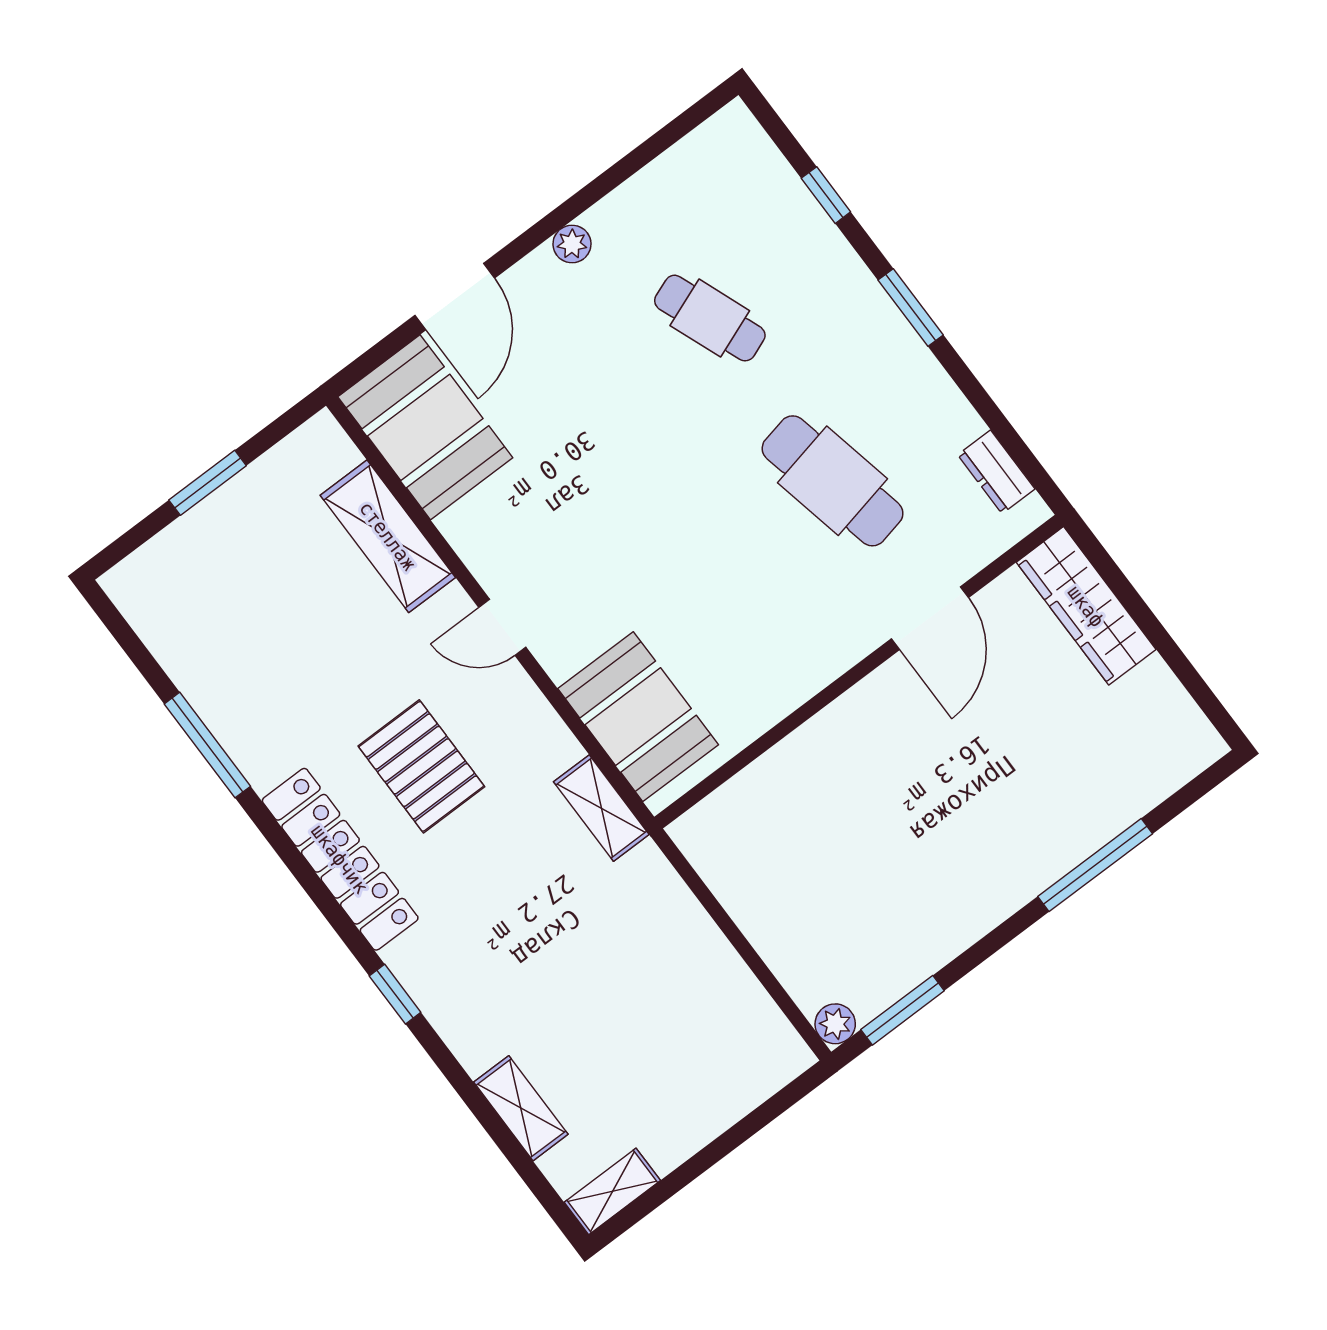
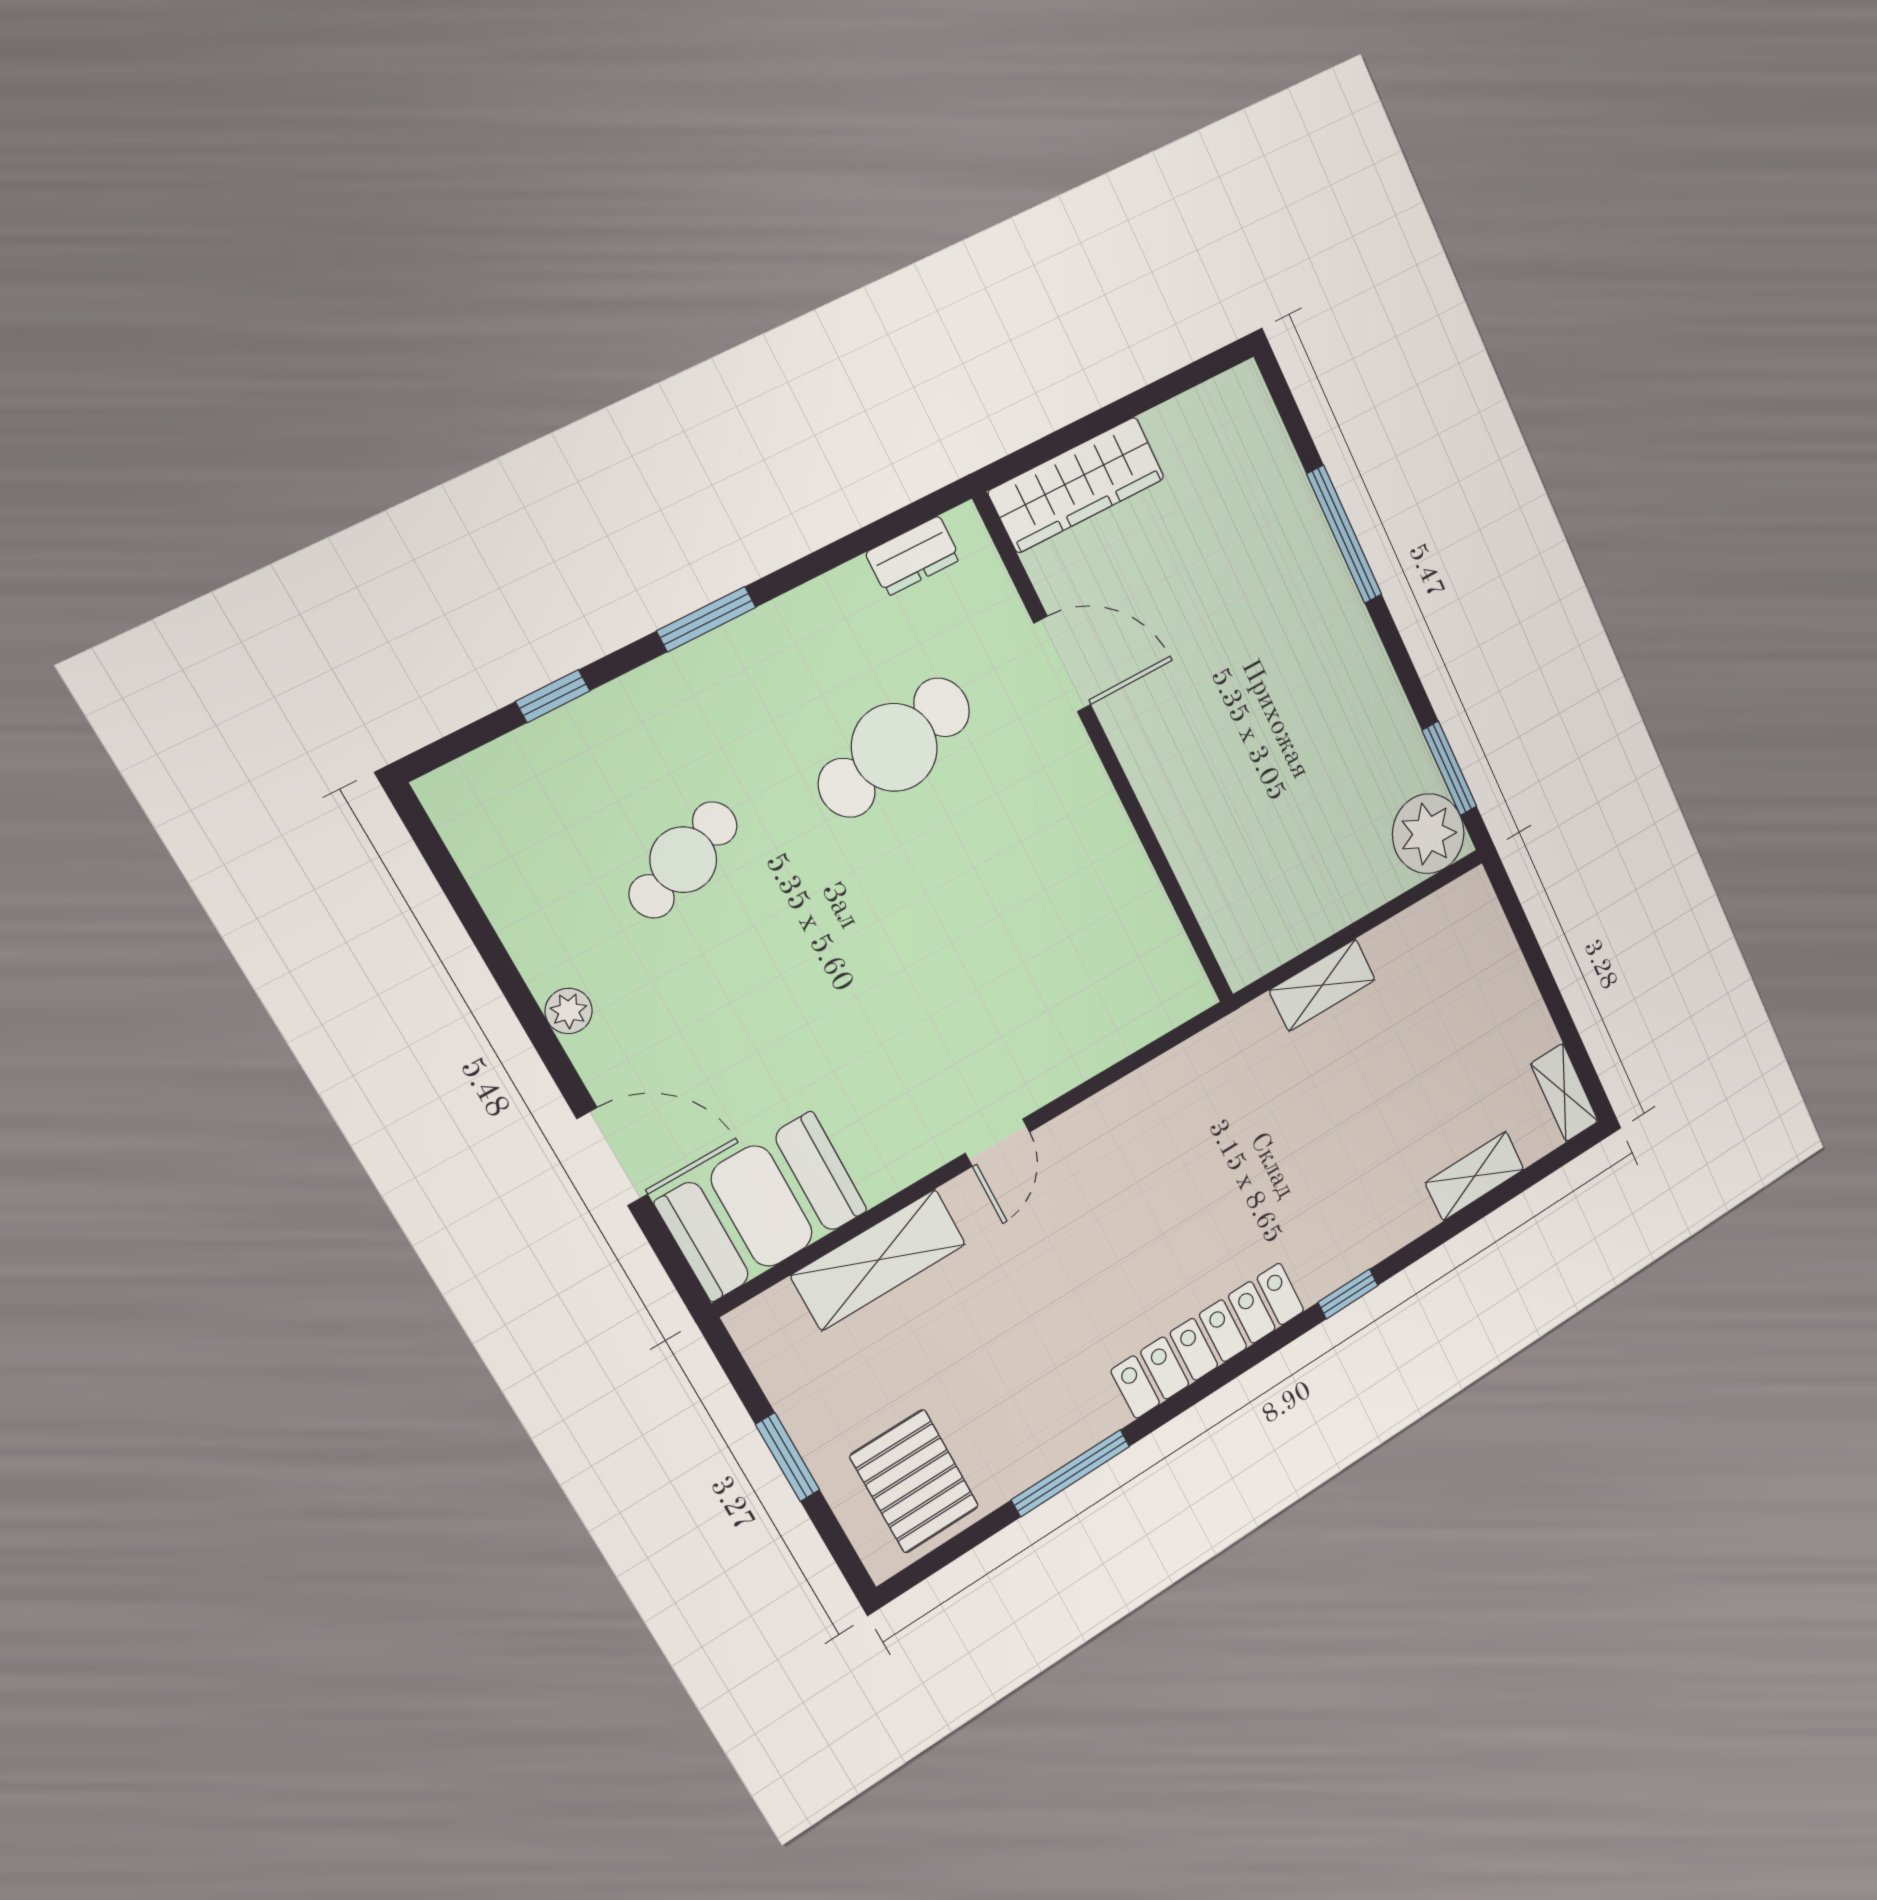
booth: (638, 717) -> (1115, 1005), removed
pallet: (421, 766) -> (914, 1481), moved, turned 90
shelving: (601, 808) -> (1322, 985), moved
plant: (835, 1024) -> (1428, 834), width x1.87, depth x1.87

